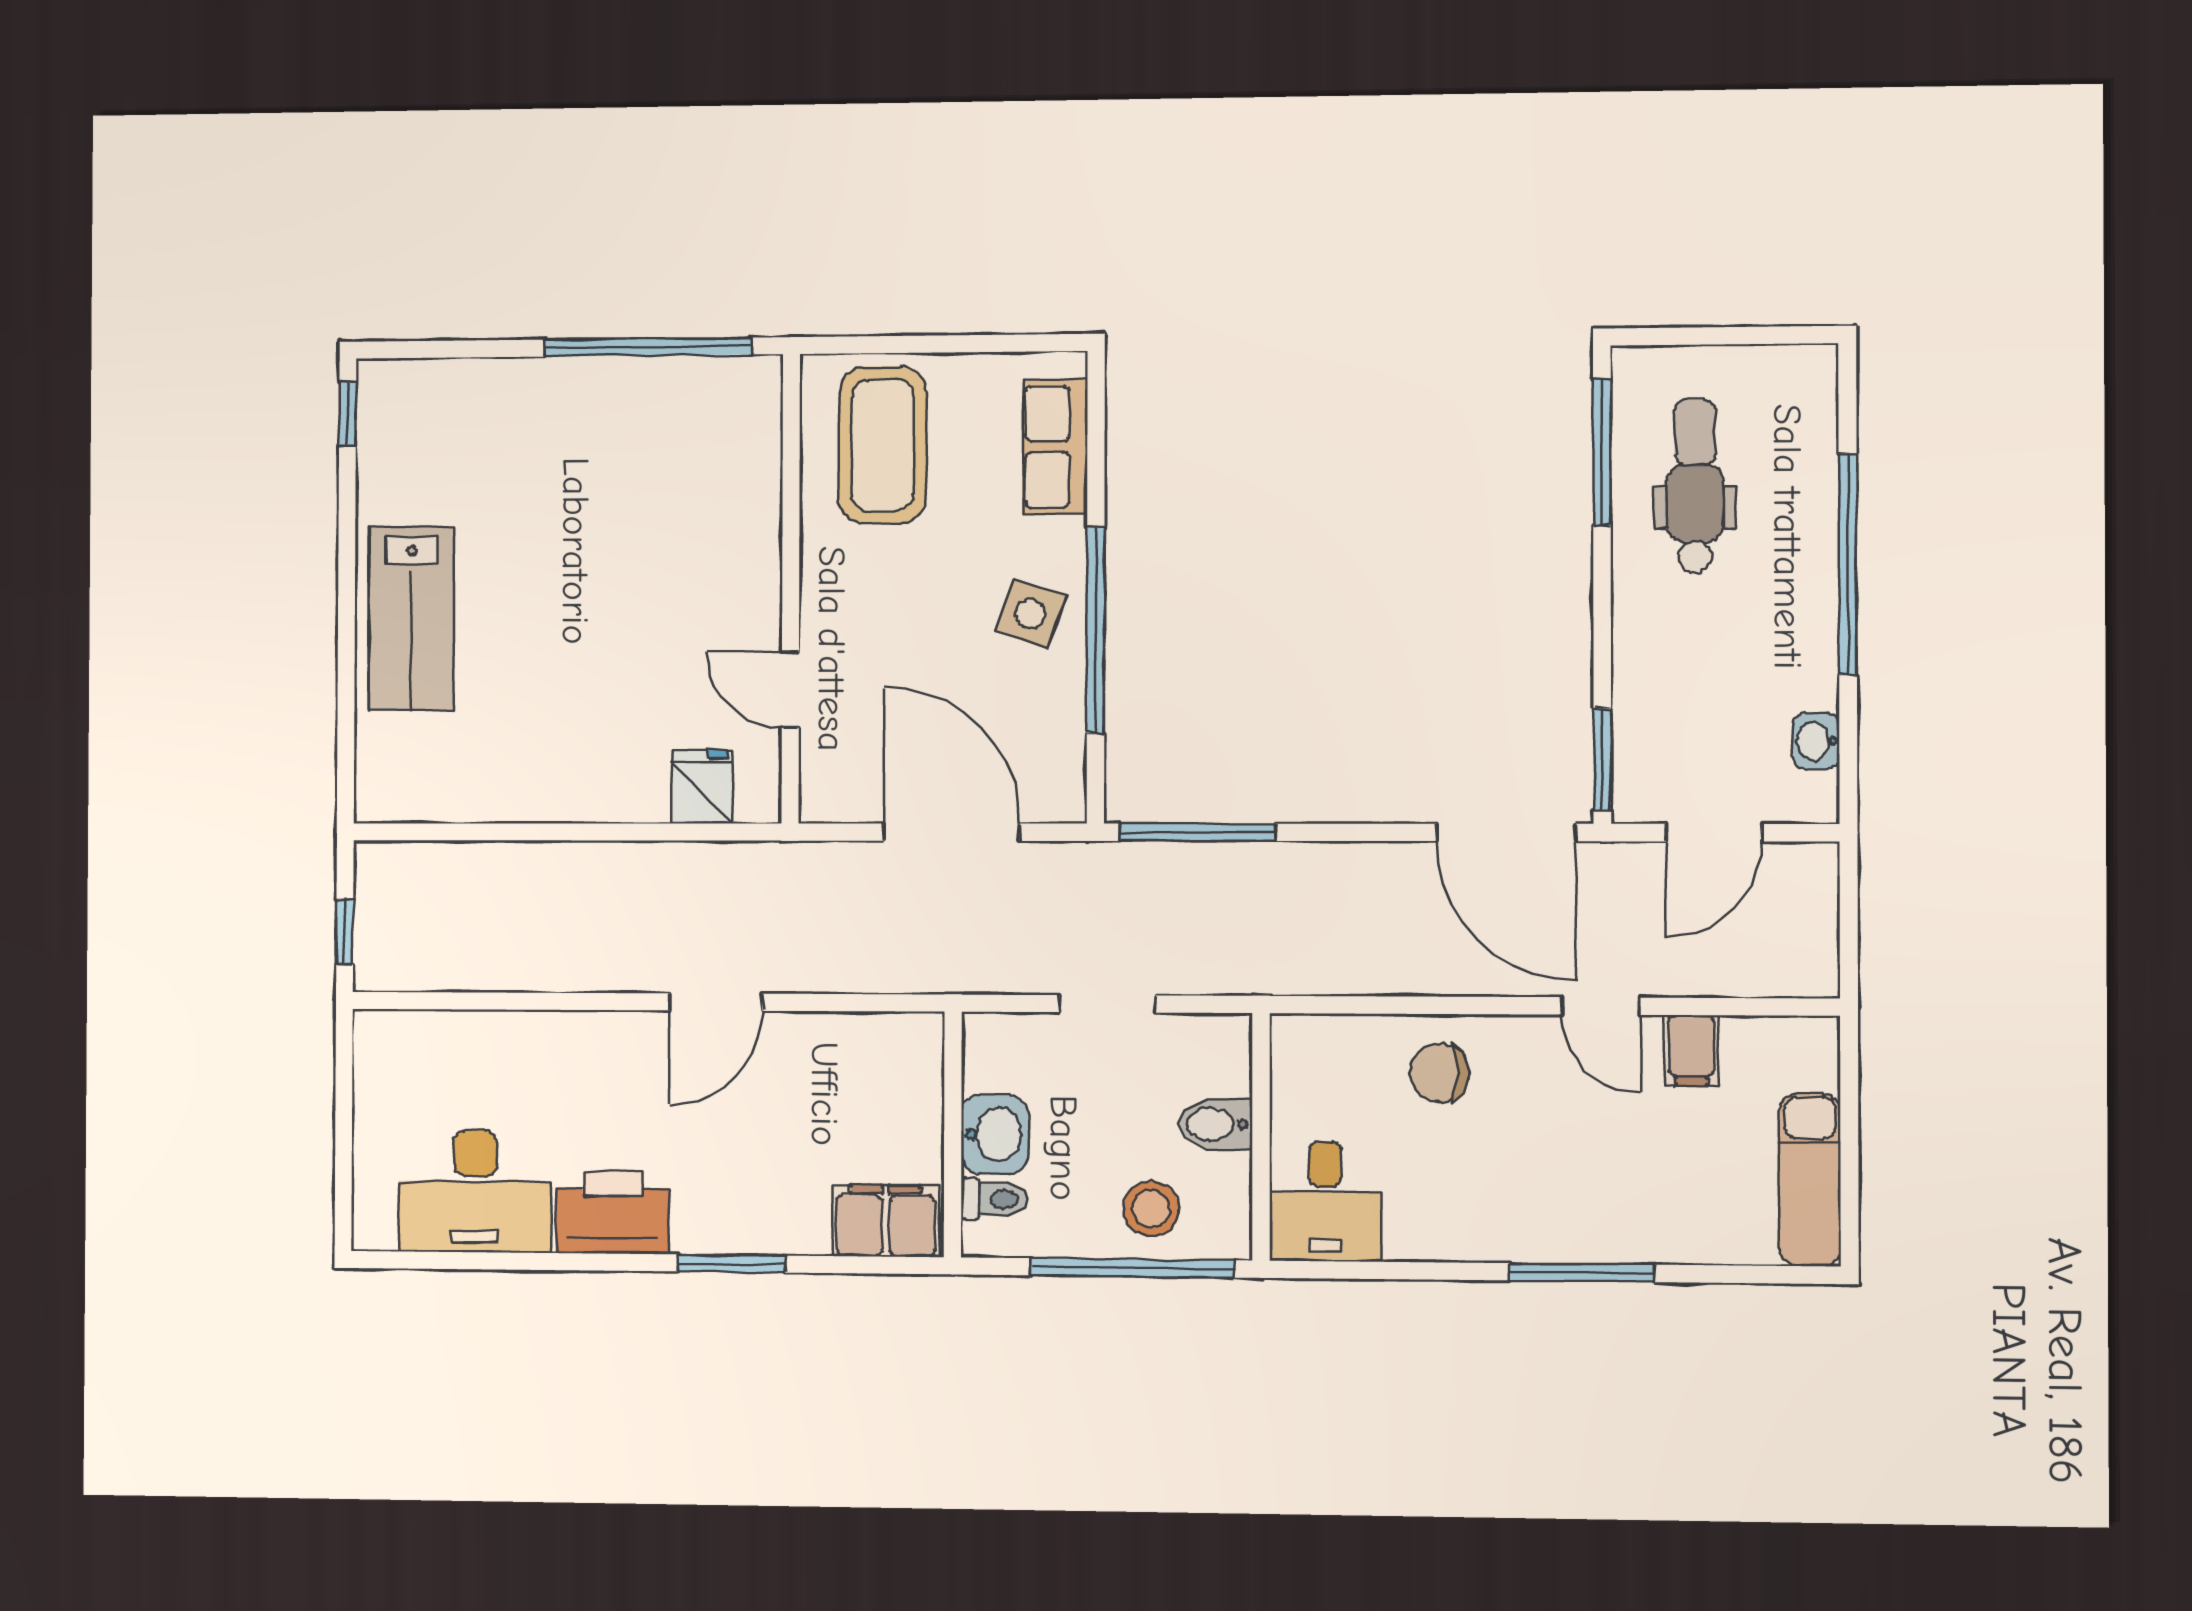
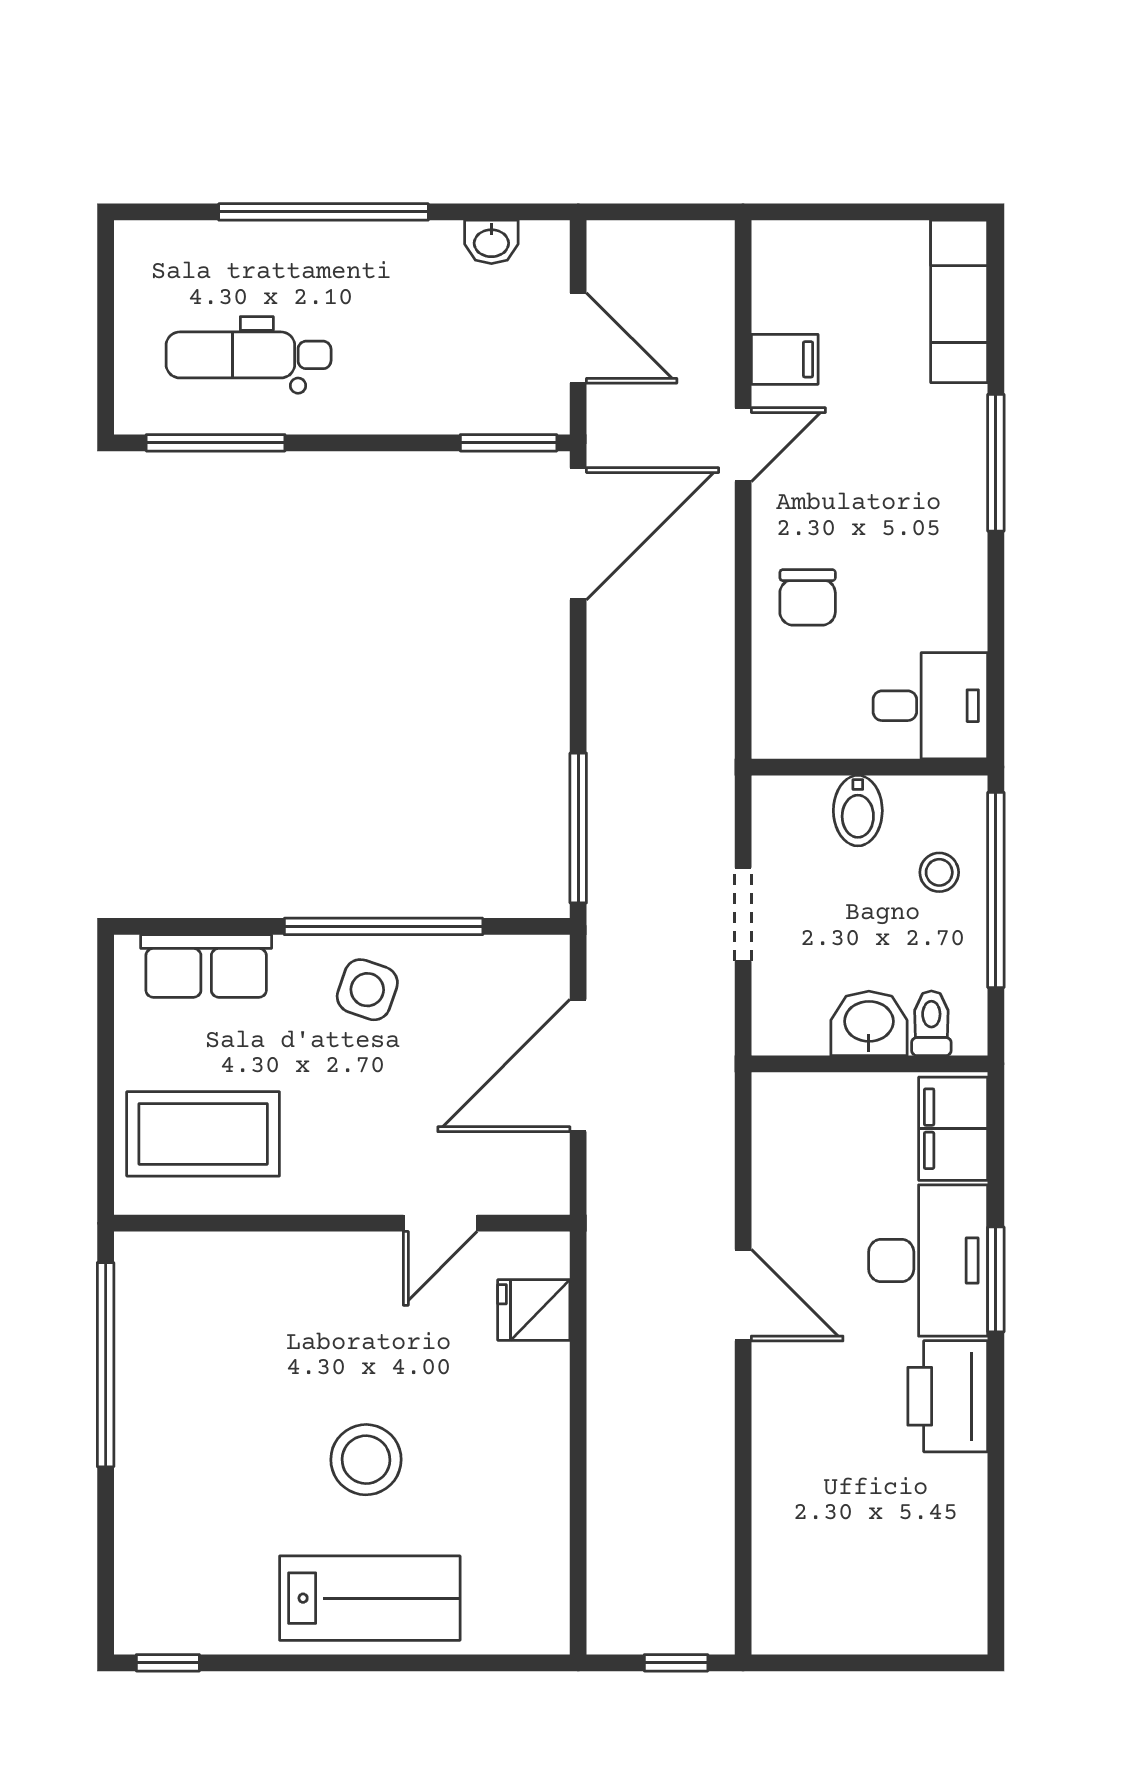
stool: (551, 614) -> (366, 1460), added
exam couch: (1810, 1180) -> (959, 301), moved, turned 90
desk: (475, 1191) -> (928, 1261), moved
stool: (1151, 1209) -> (939, 872), width x0.73, depth x0.73

